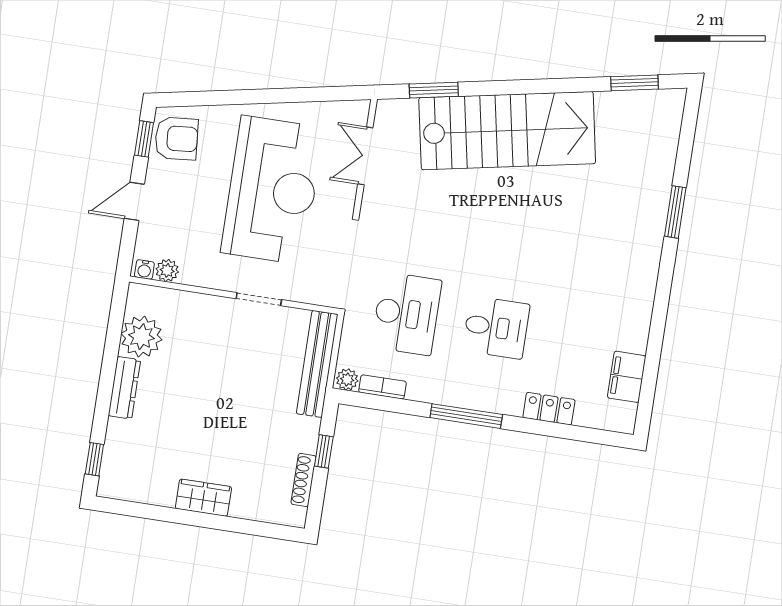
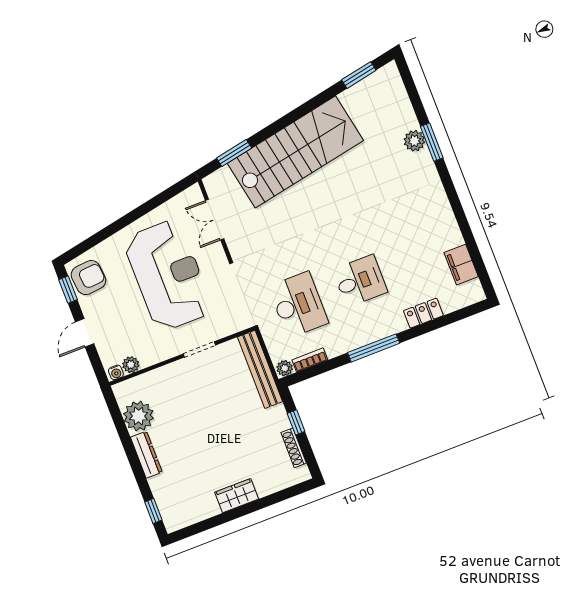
plant: (656, 198) -> (414, 141), added

